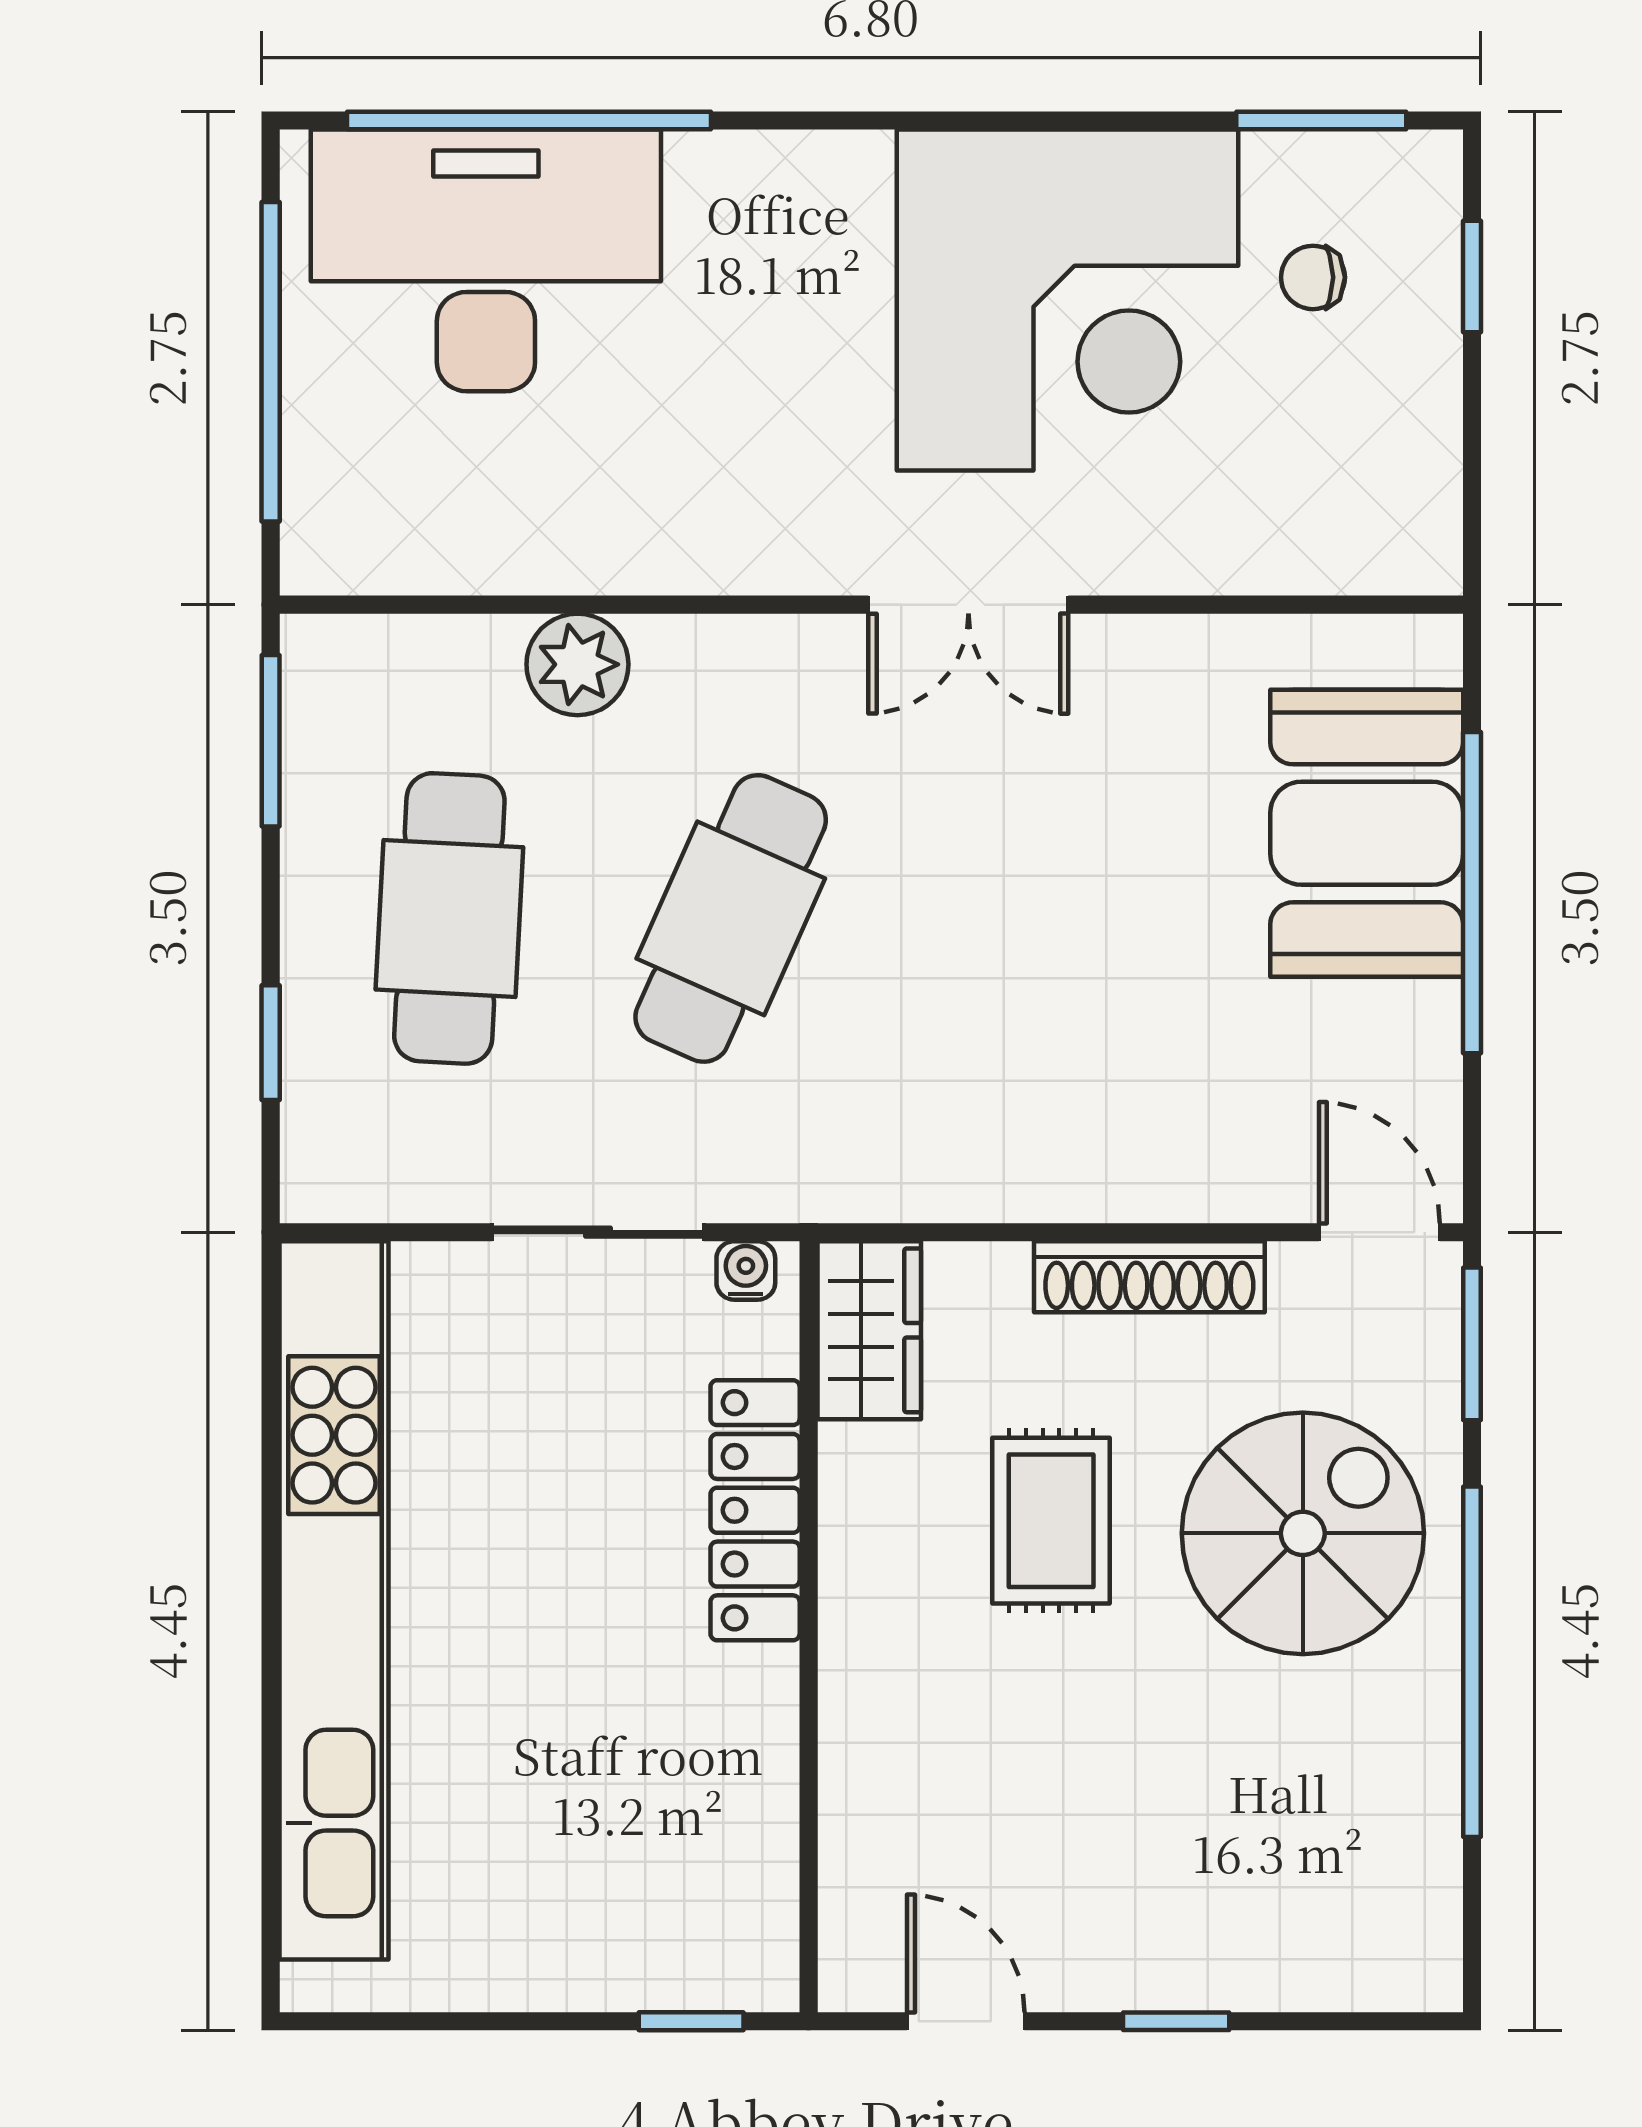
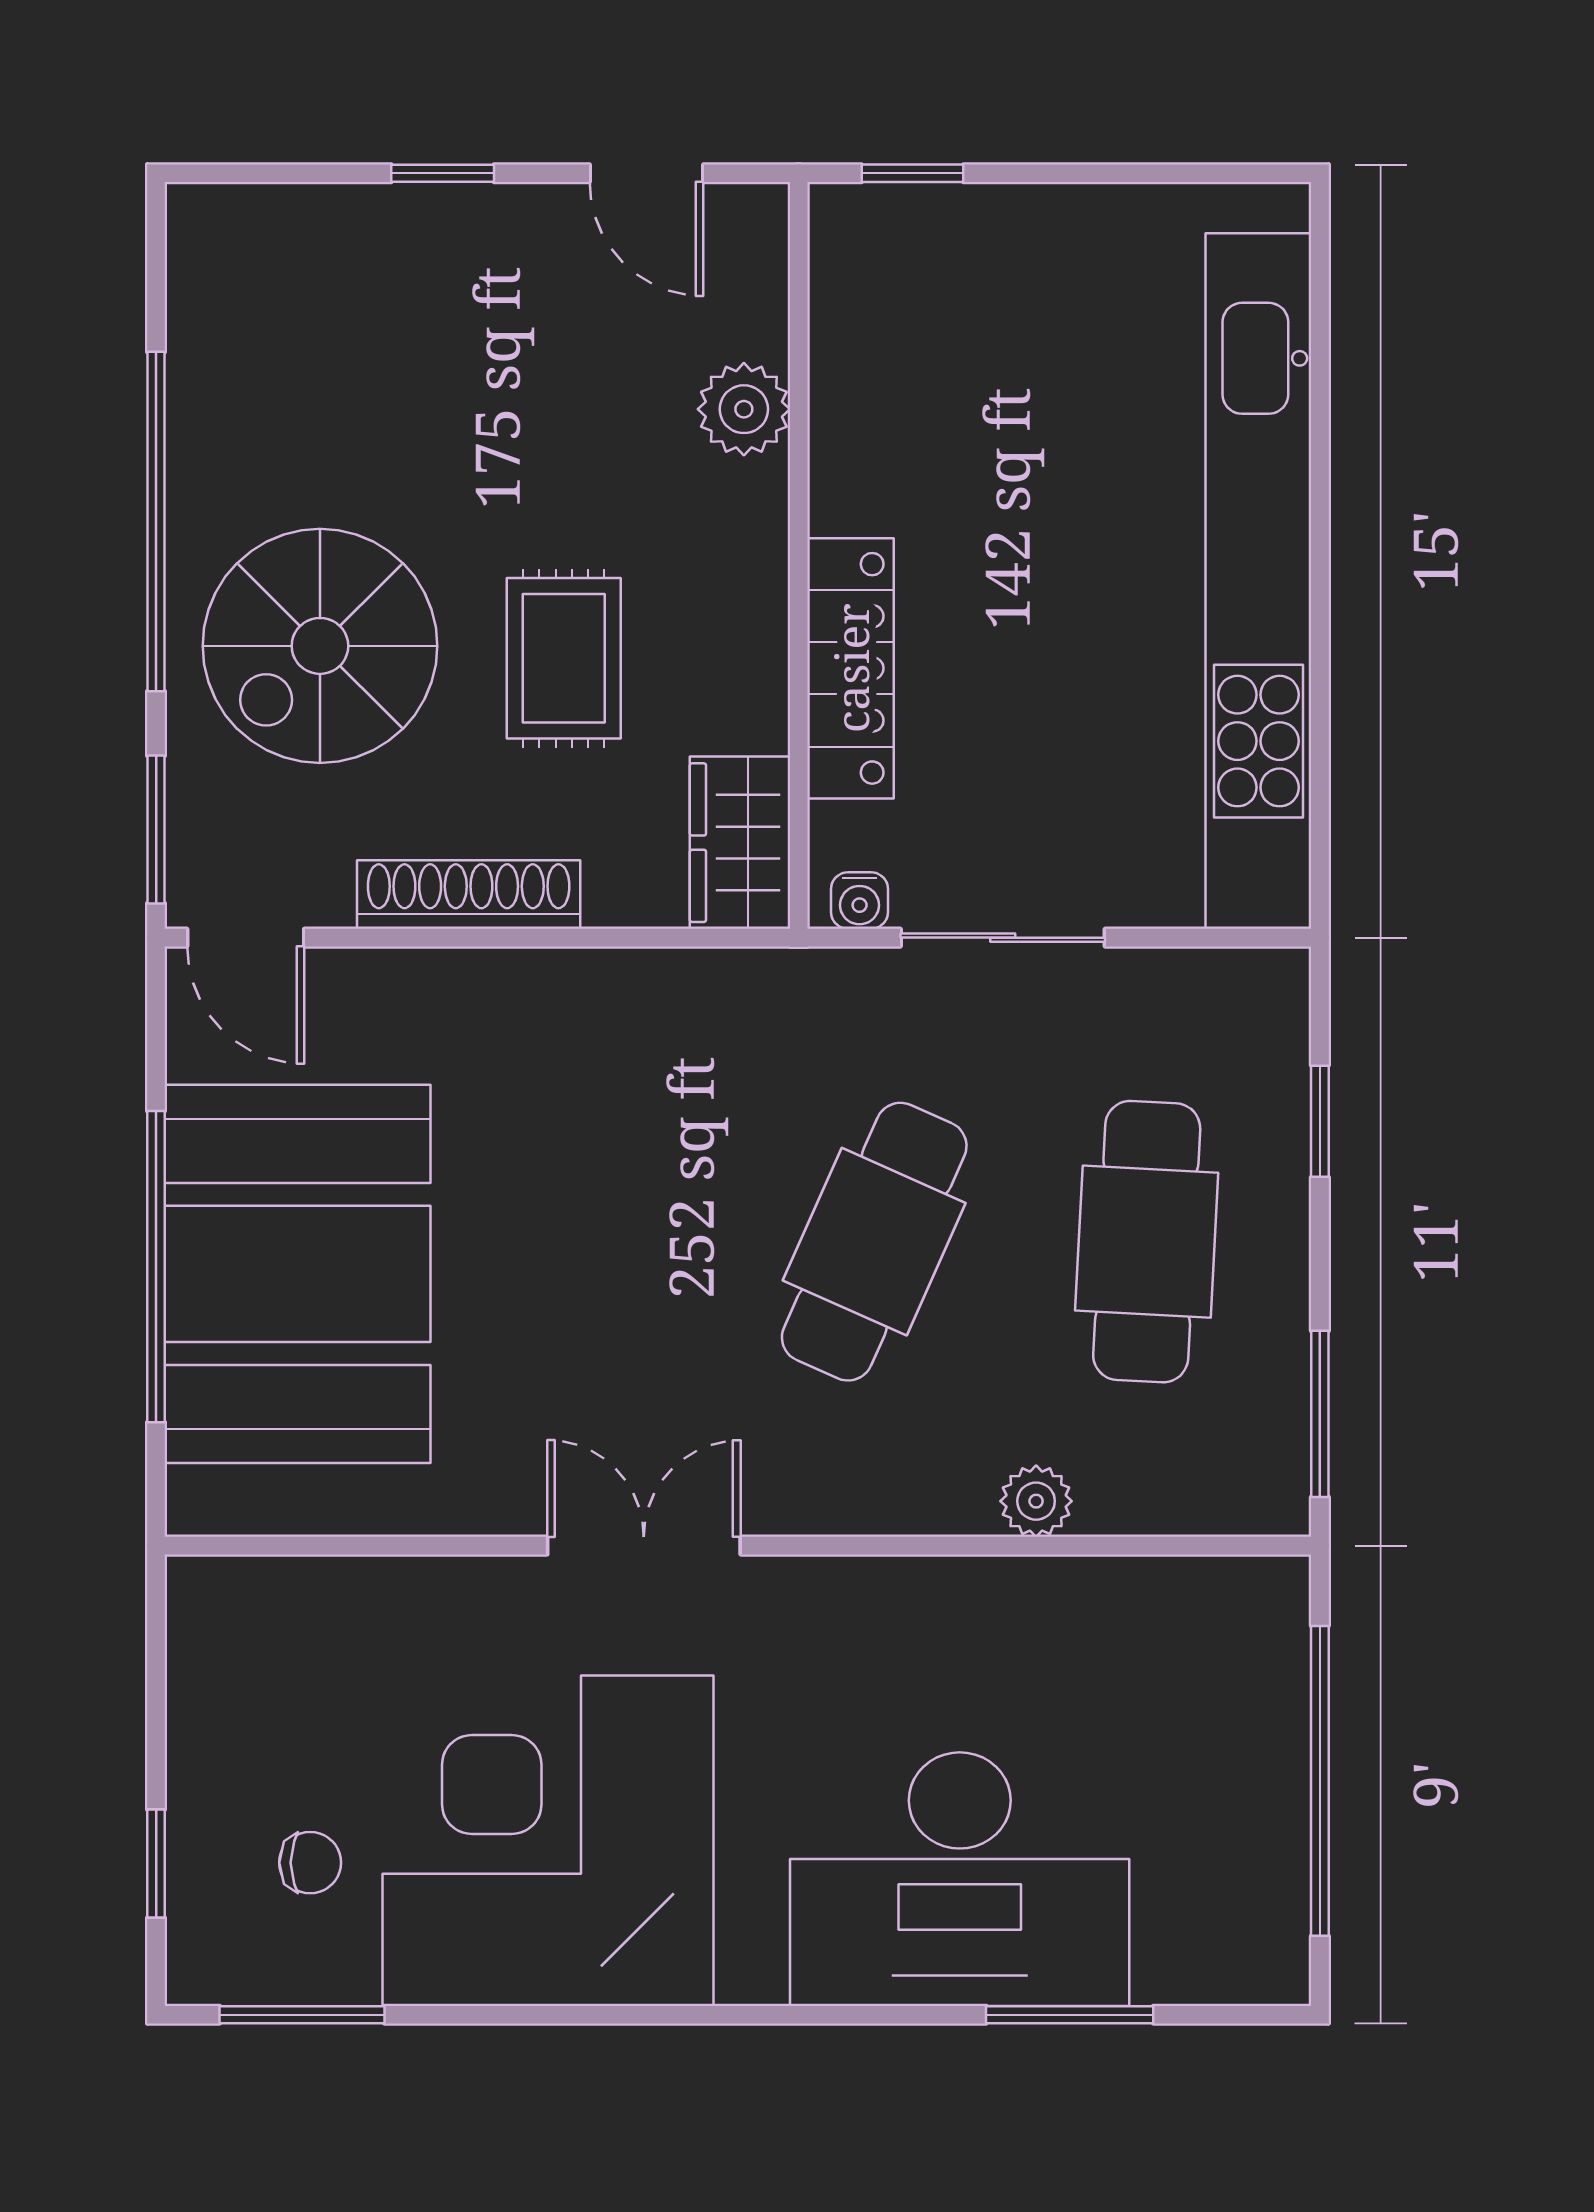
window: (529, 120) -> (1070, 2015), width x0.47
desk: (486, 260) -> (960, 1879), moved
plant: (577, 664) -> (1036, 1501), width x0.73, depth x0.73
booth: (1367, 833) -> (298, 1274), width x1.36, depth x1.42
plant: (865, 1778) -> (744, 409), added

